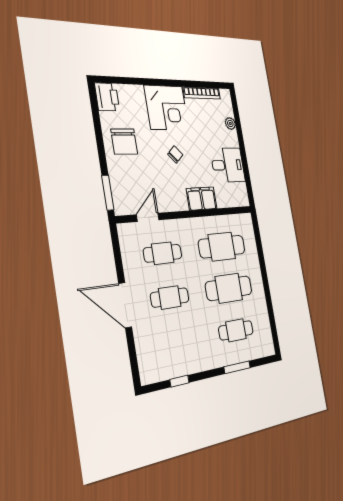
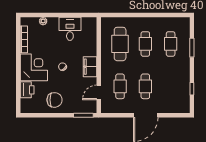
printer: (107, 97) -> (27, 90), moved, turned 90
filing cabinet: (202, 199) -> (90, 67), moved
door: (148, 217) -> (99, 92), hinge flipped
cafe table: (229, 288) -> (145, 44), width x0.73, depth x0.74

